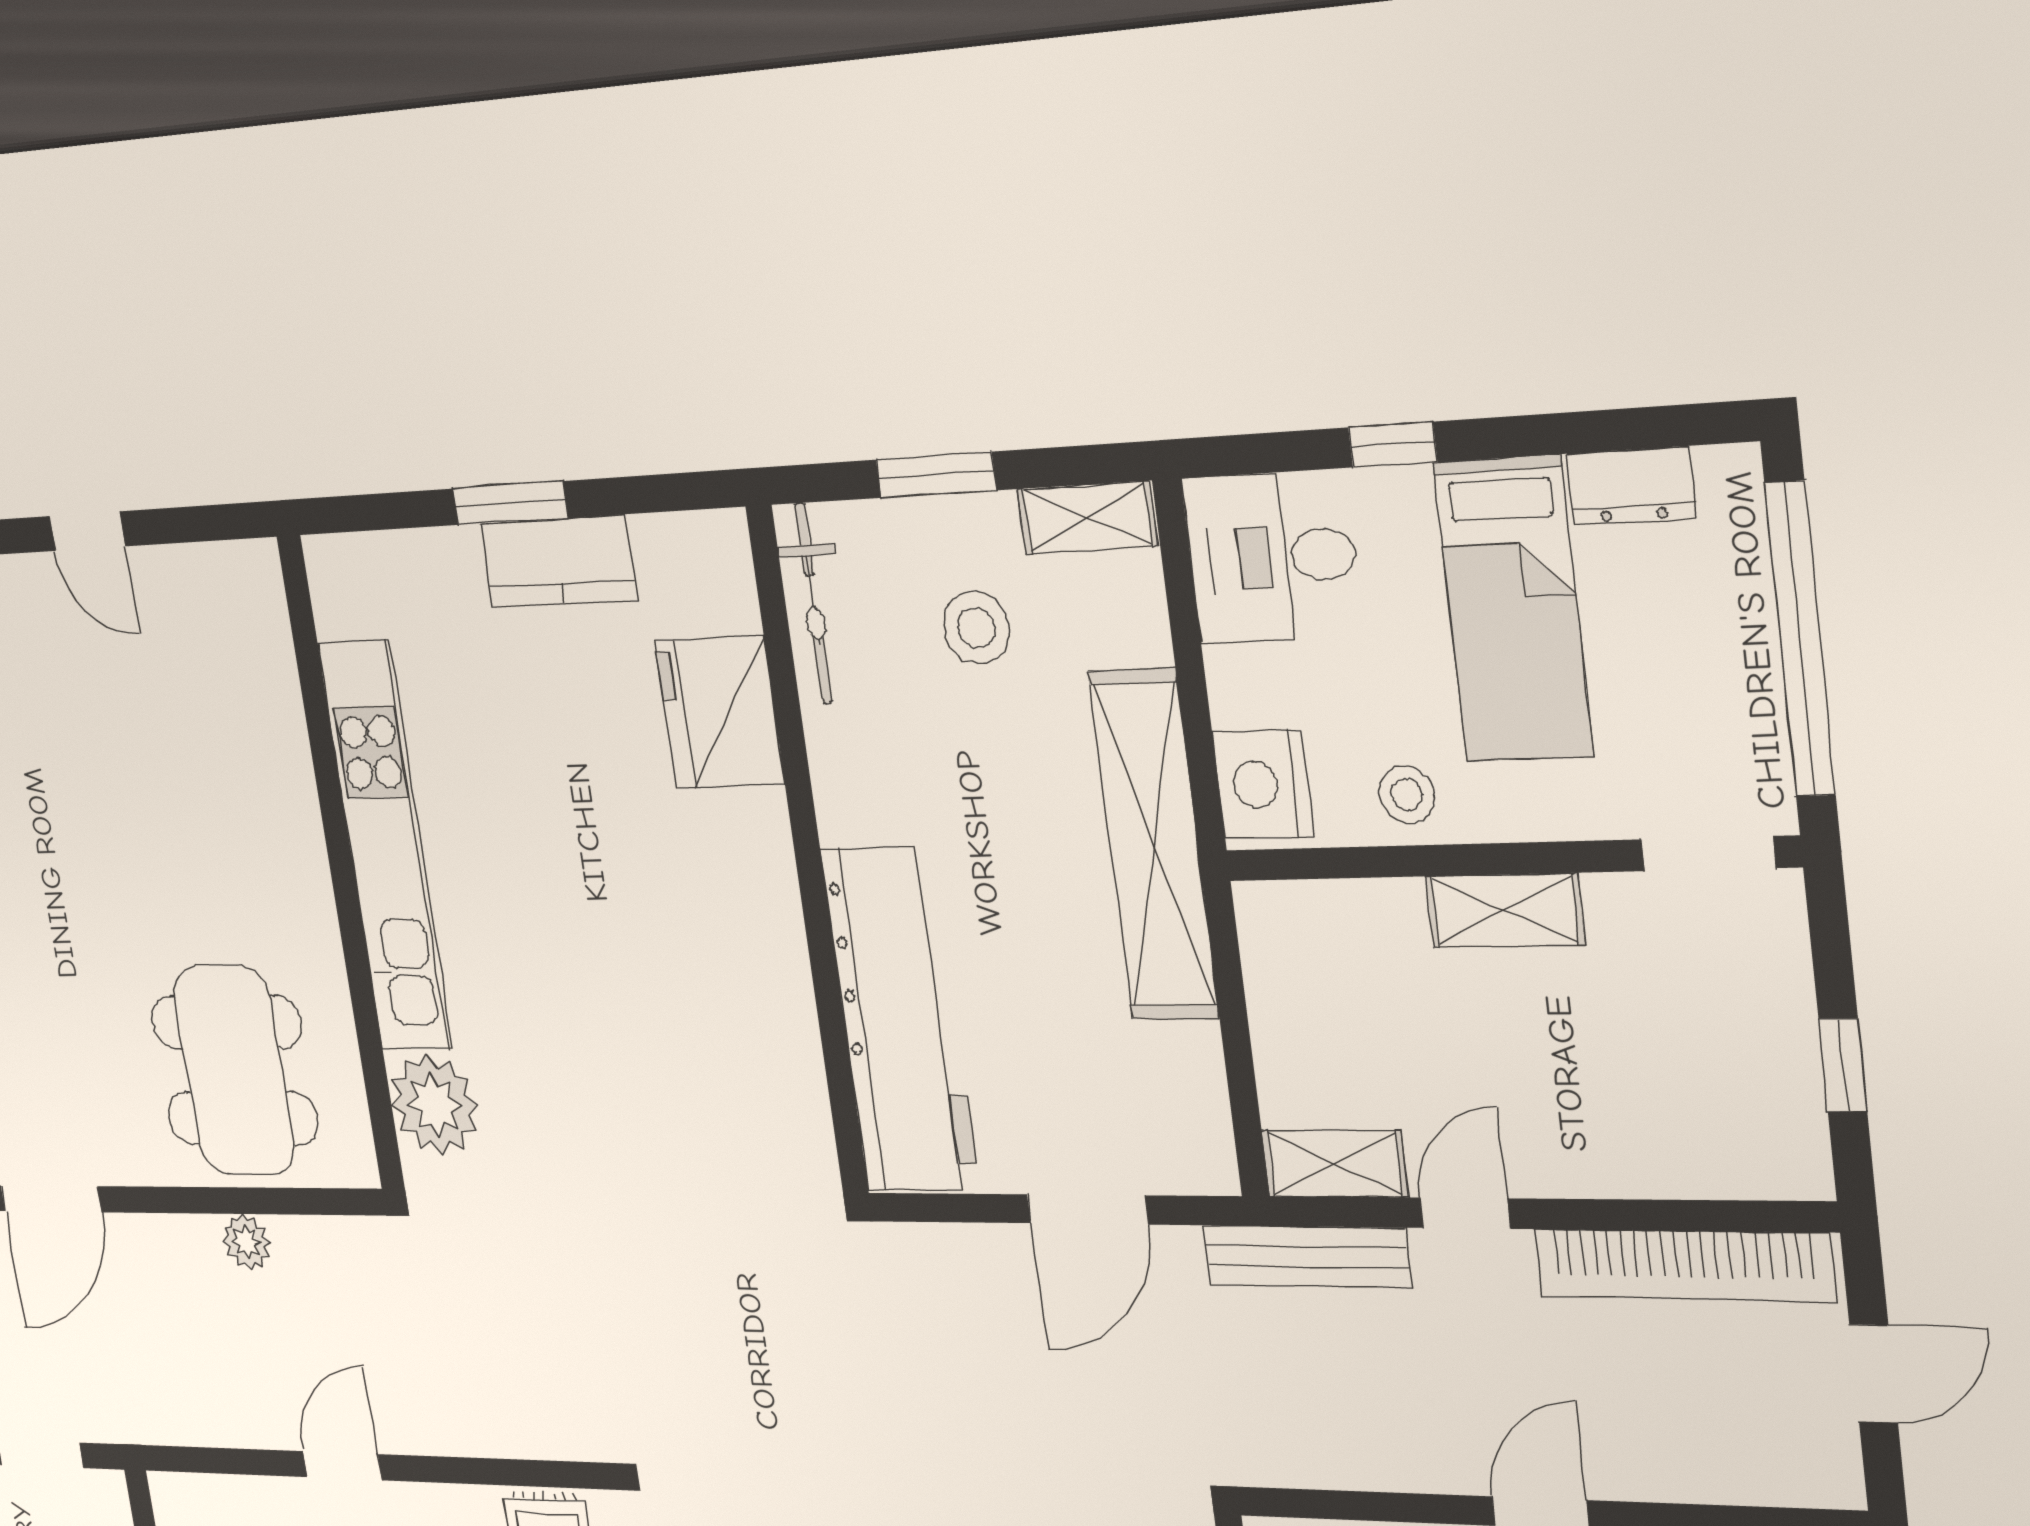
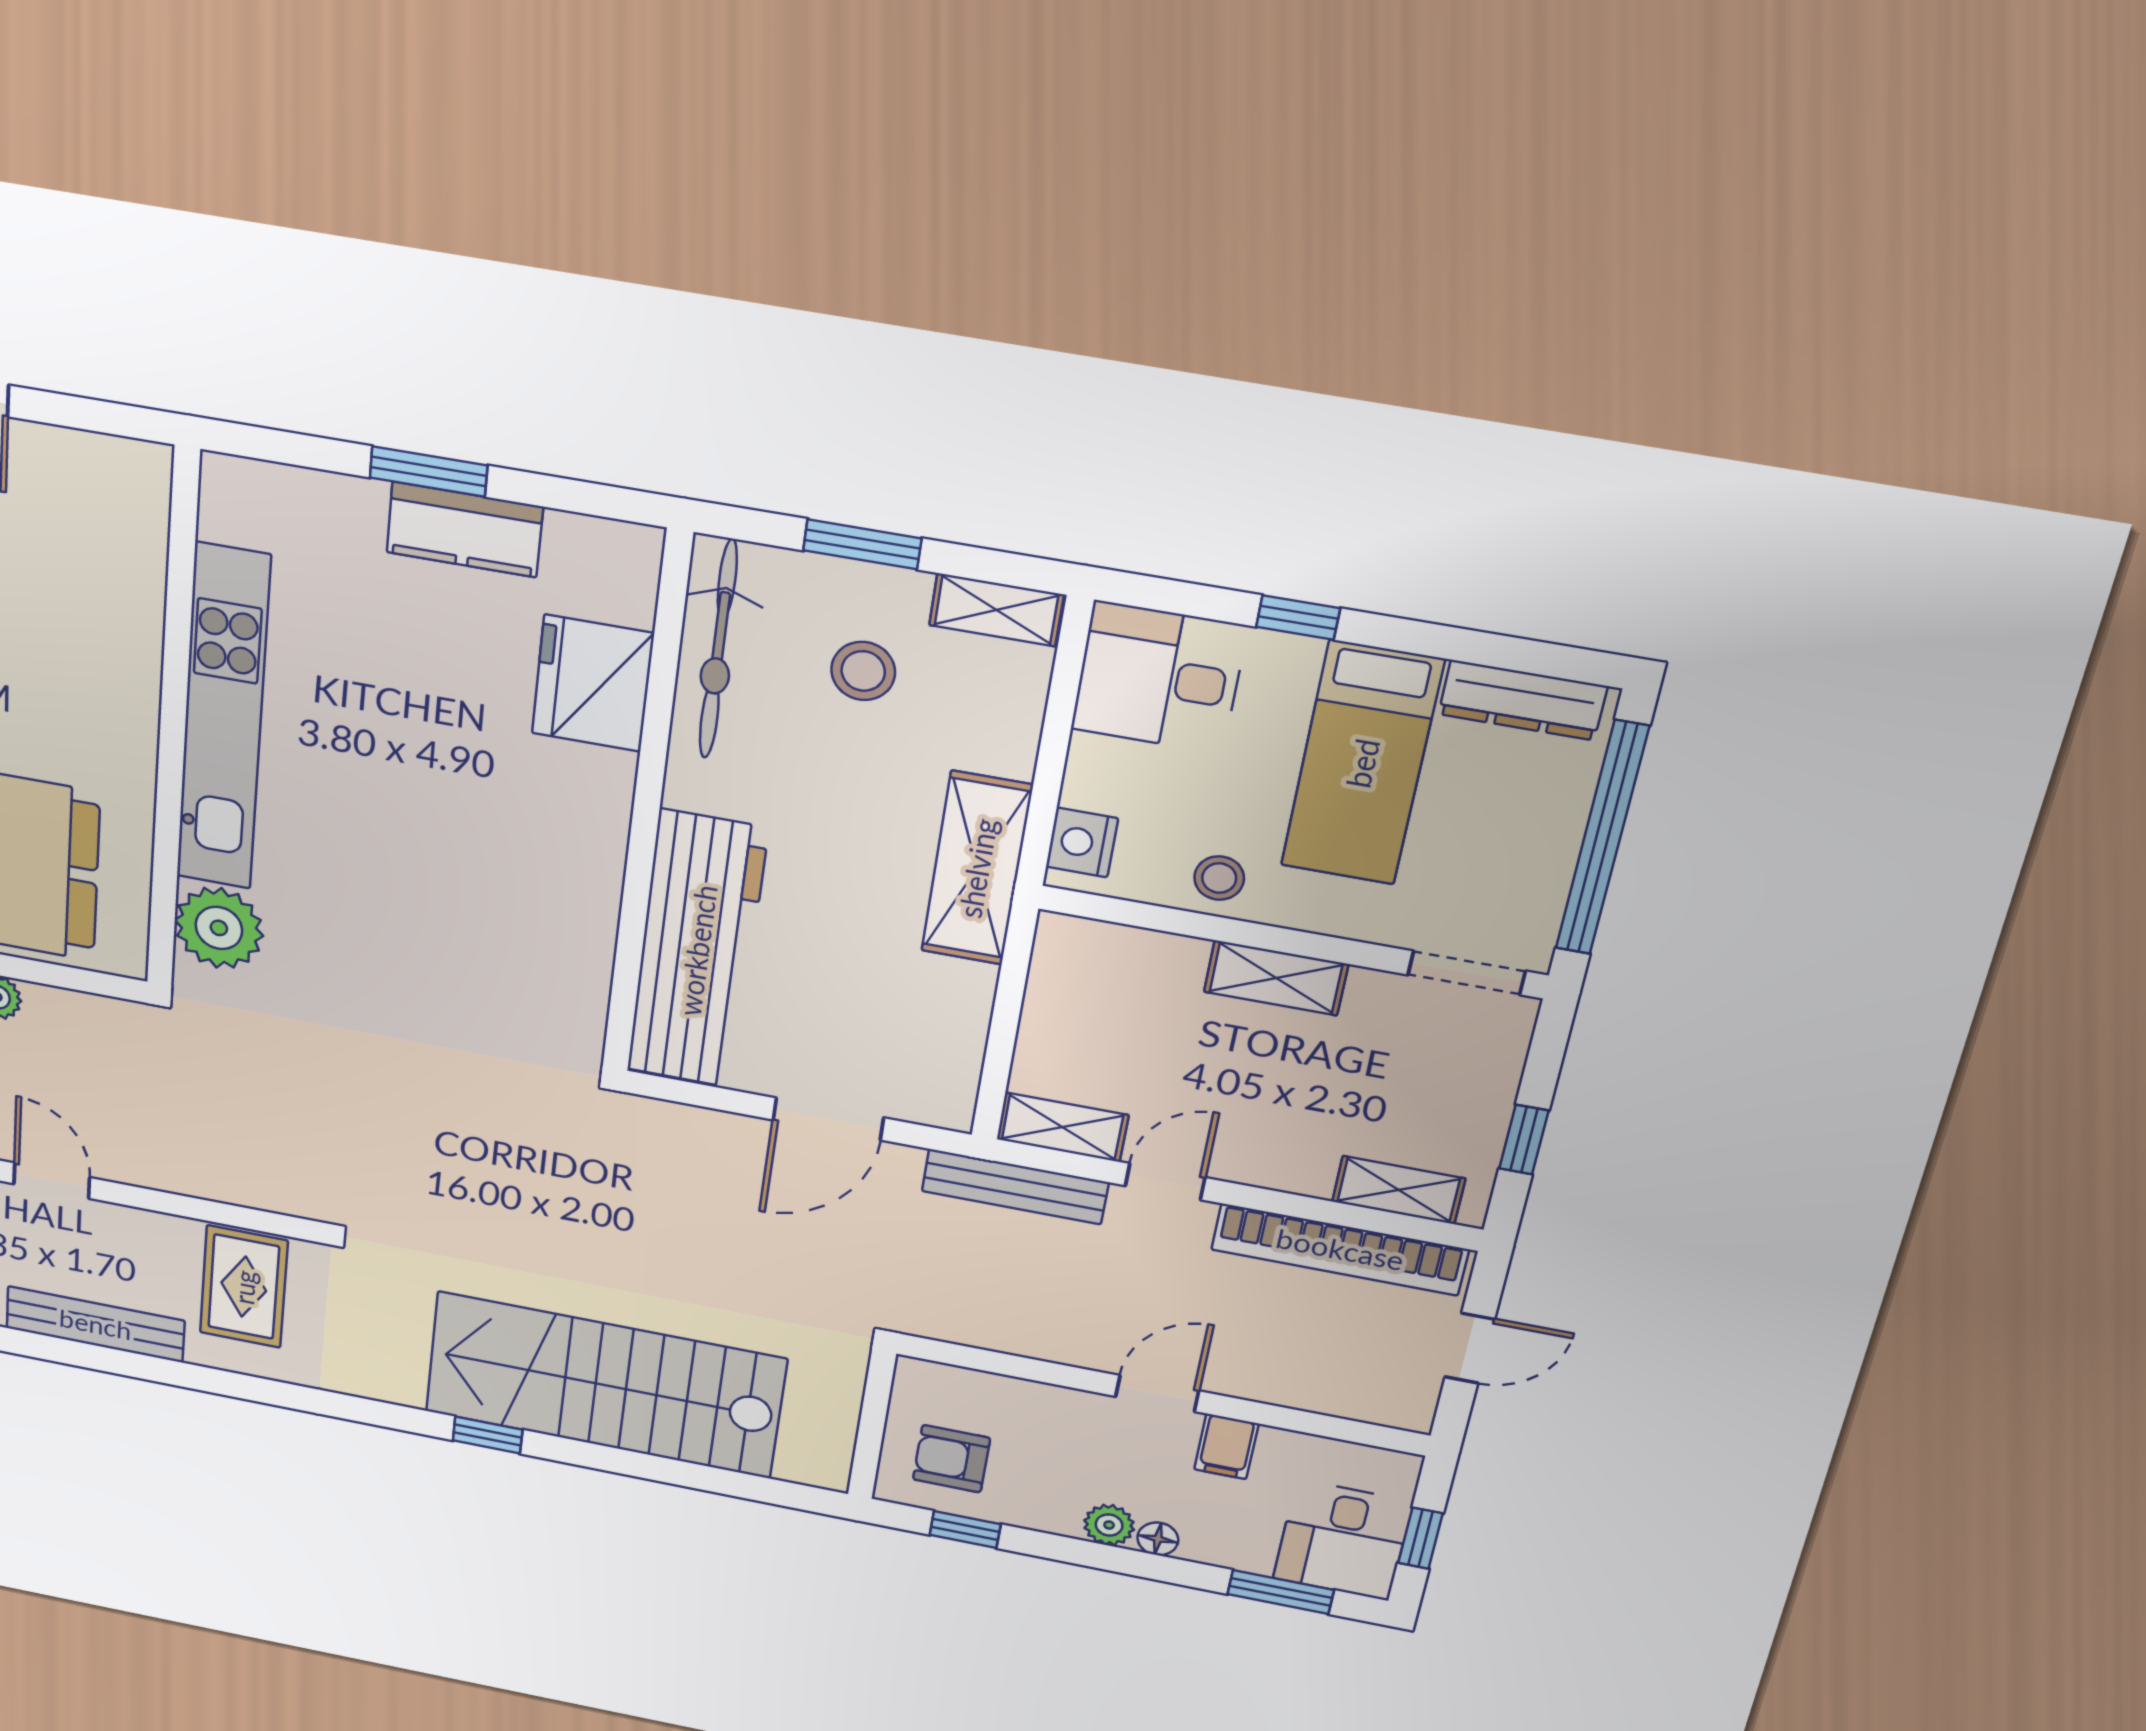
dresser: (1631, 486) -> (1523, 700), width x1.44
bicycle: (813, 603) -> (718, 650), width x1.37, depth x1.40
nightstand: (1263, 785) -> (1082, 842), width x0.74, depth x0.75
shelving: (1154, 845) -> (977, 868), width x0.68
shelving: (1724, 1167) -> (1399, 1190), added
door: (342, 1466) -> (52, 1181), hinge flipped

